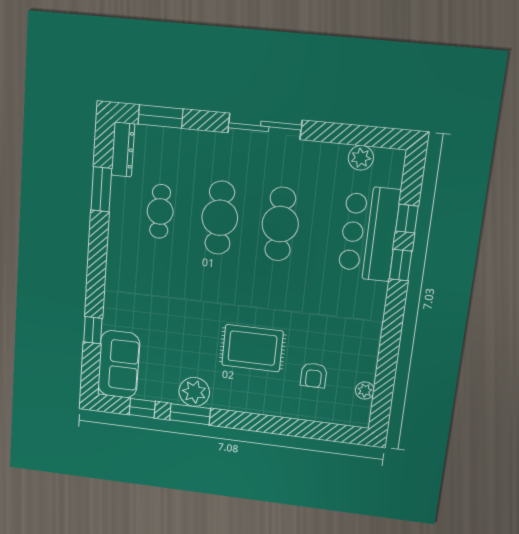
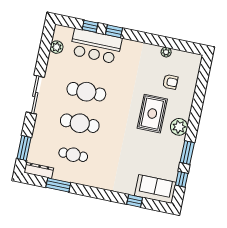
plant: (365, 390) -> (166, 52), moved
plant: (194, 392) -> (179, 127), moved

